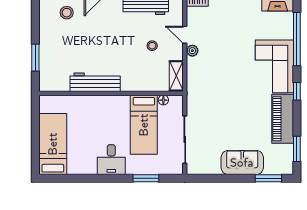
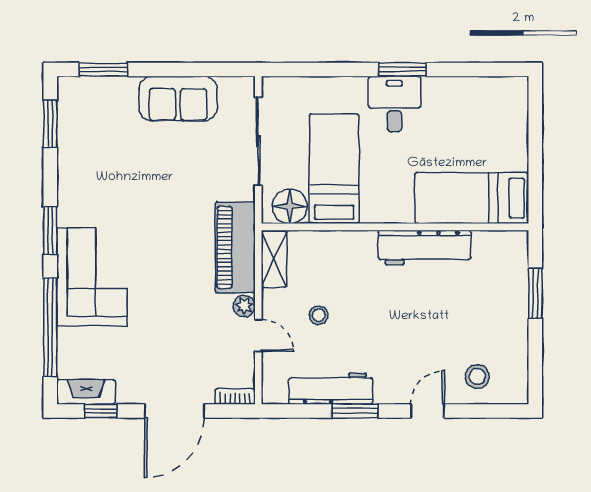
window: (297, 91) -> (50, 231), width x1.50
floor lamp: (163, 100) -> (290, 206), width x1.89, depth x1.89
piano: (283, 119) -> (235, 247), moved, turned 180
bed: (53, 144) -> (472, 198), moved, turned 90
sofa: (242, 163) -> (178, 99), moved
window: (146, 178) -> (402, 69), moved

